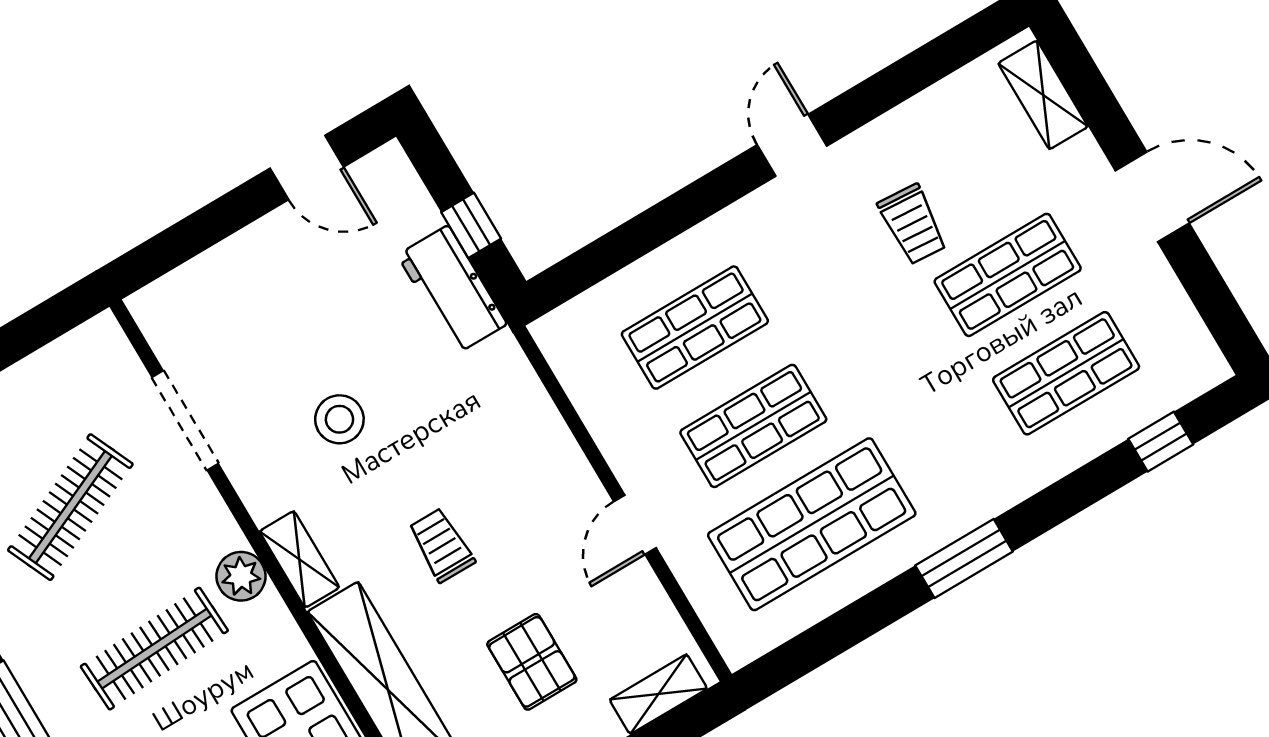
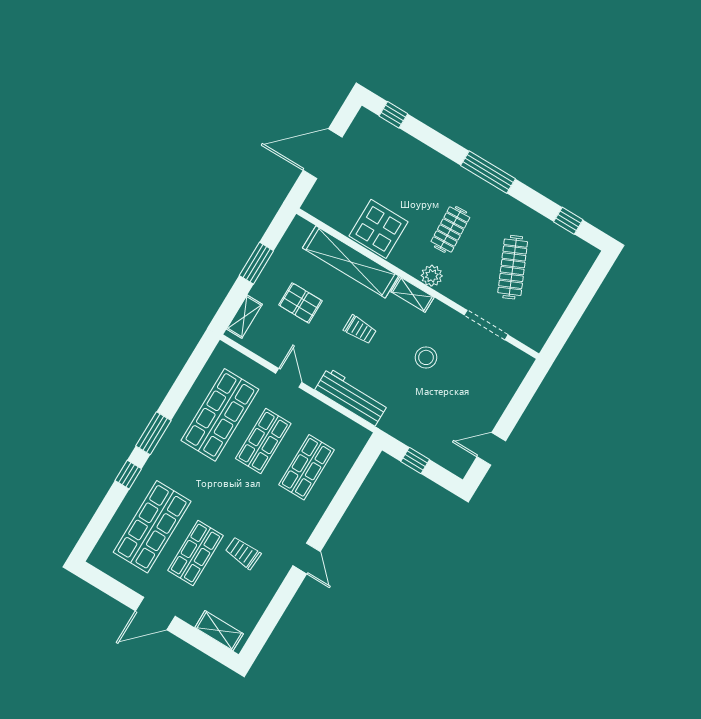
workbench: (452, 290) -> (352, 397), moved, width x1.38
shop shelf: (1066, 373) -> (152, 527), width x1.43, depth x1.36
window: (1161, 442) -> (128, 475), moved
clothes rail: (154, 649) -> (450, 229), width x0.73

